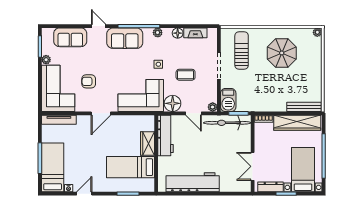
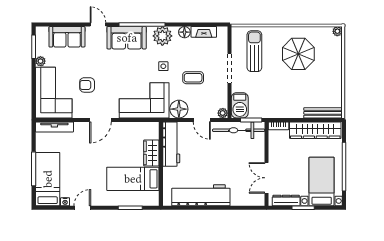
plant: (158, 33) -> (162, 36), width x1.87, depth x1.87

